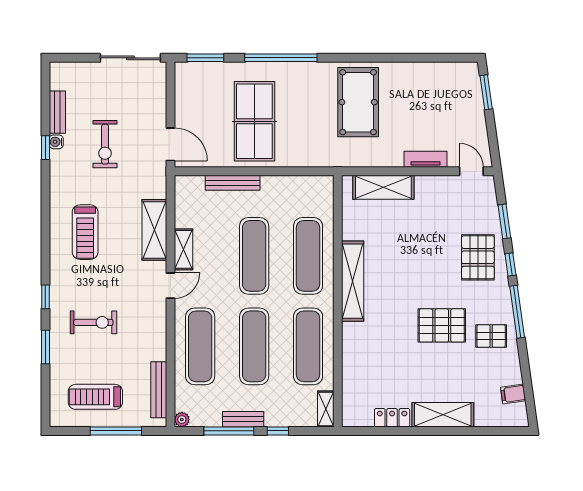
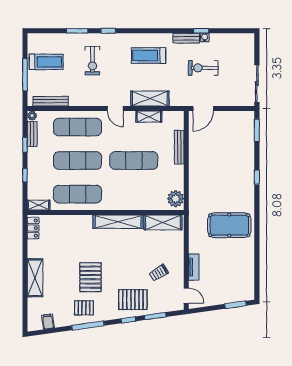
window: (281, 58) -> (257, 177), width x0.32
bench: (57, 112) -> (186, 38), moved
table tennis table: (254, 121) -> (217, 161), removed
door: (471, 171) -> (186, 296), hinge flipped
shelving: (383, 187) -> (163, 222), moved, turned 90
plant: (315, 189) -> (176, 199), added
trolley: (435, 216) -> (159, 273), added
shelving: (183, 249) -> (149, 117), moved
exercise mat: (308, 256) -> (134, 194), removed
window: (517, 312) -> (88, 326), moved
pallet: (491, 336) -> (84, 308), turned 90
treadmill: (95, 397) -> (46, 62), turned 90
locker: (392, 418) -> (33, 228), moved
bench: (243, 419) -> (32, 134), moved
window: (229, 431) -> (25, 145), width x0.46

